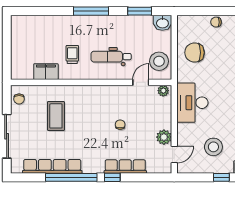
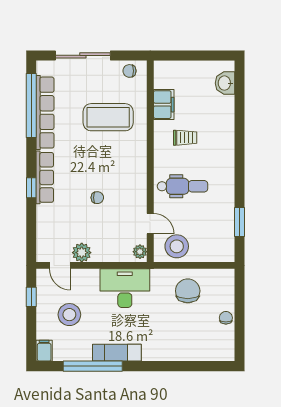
window: (91, 11) -> (239, 161), removed
washbasin: (162, 23) -> (225, 83), moved
dental chair: (111, 57) -> (183, 186), turned 90
coffee table: (56, 116) -> (108, 117), width x1.36, depth x1.32
row of seats: (125, 167) -> (45, 177), moved
window: (71, 177) -> (31, 106), moved
window: (221, 177) -> (31, 297), moved

